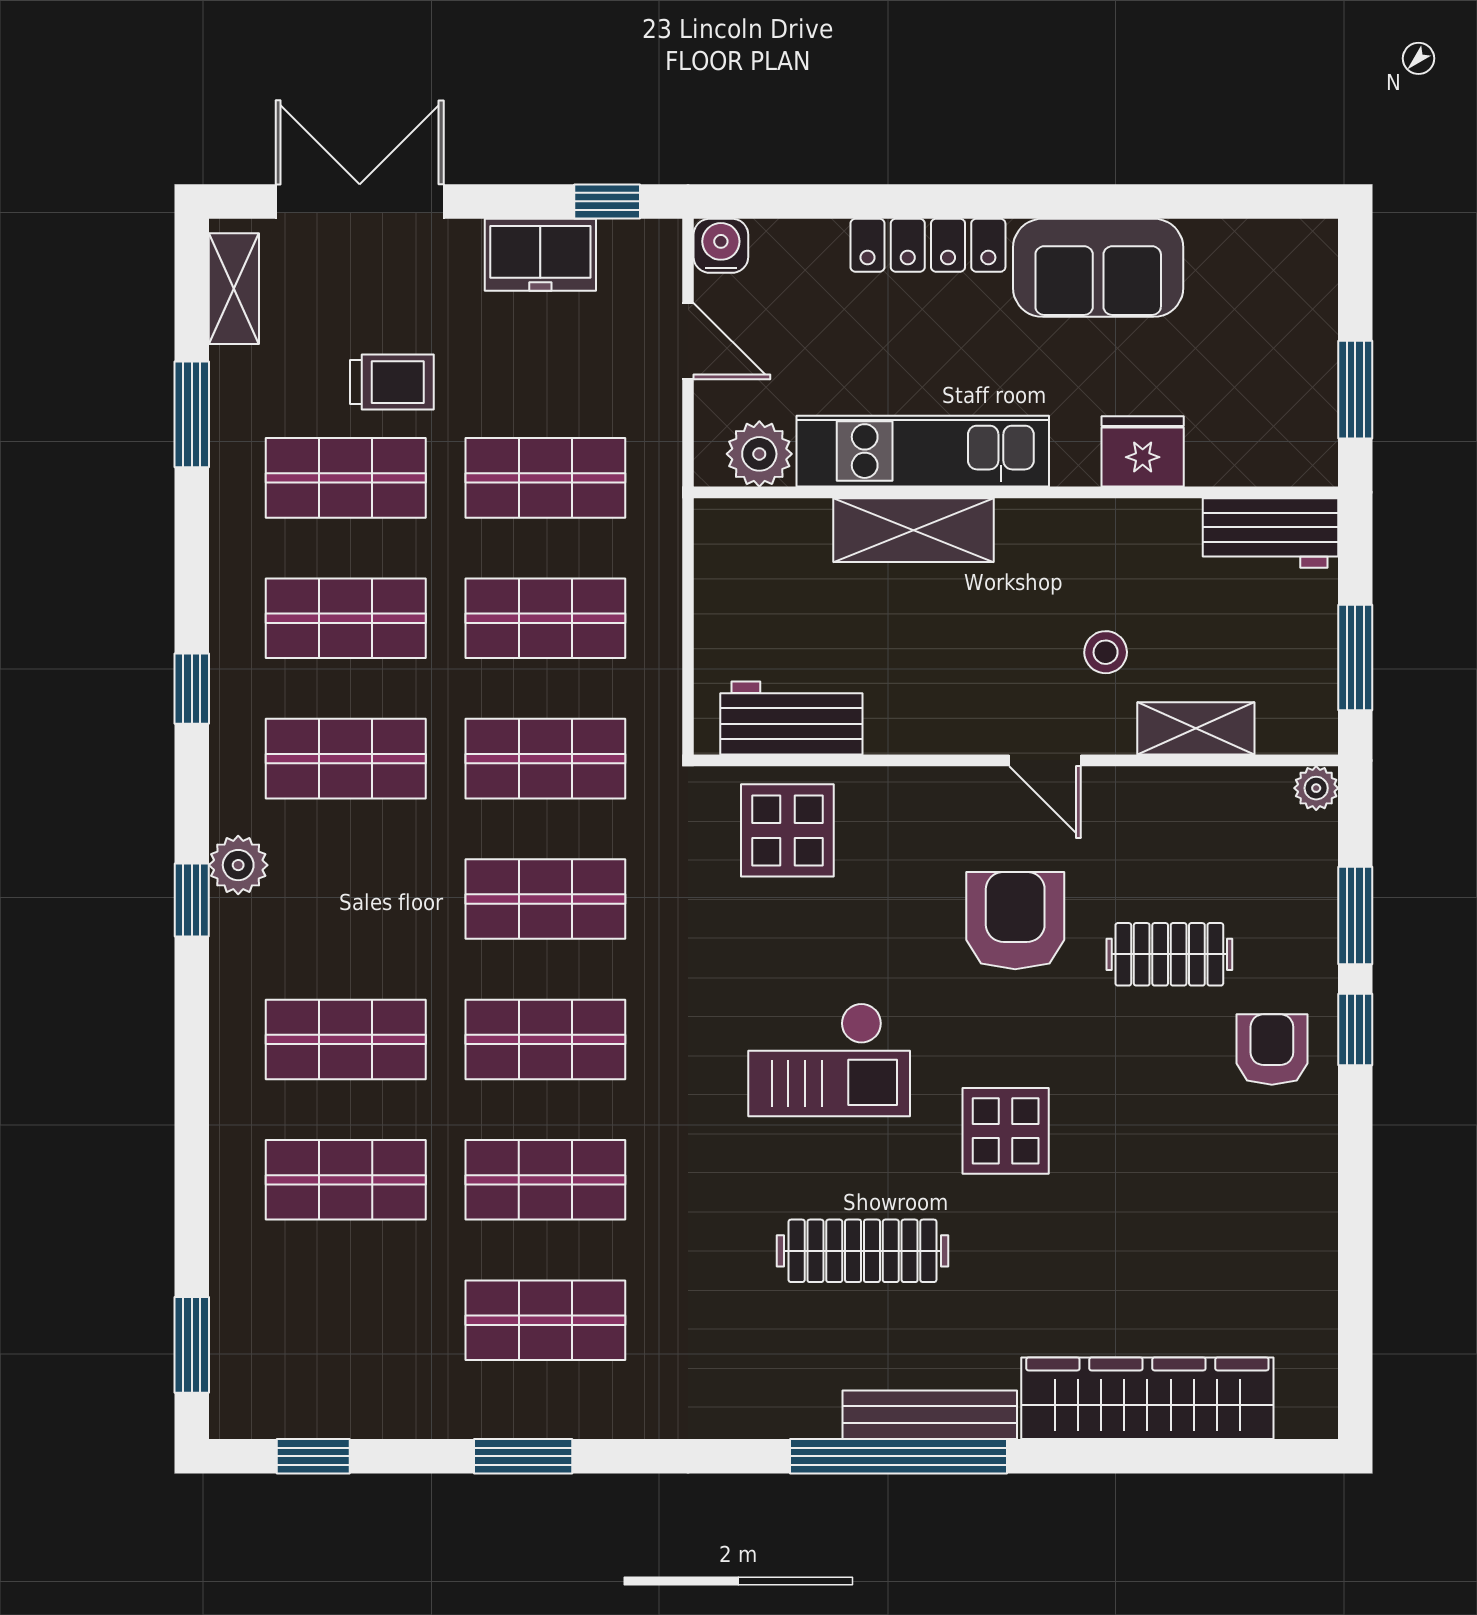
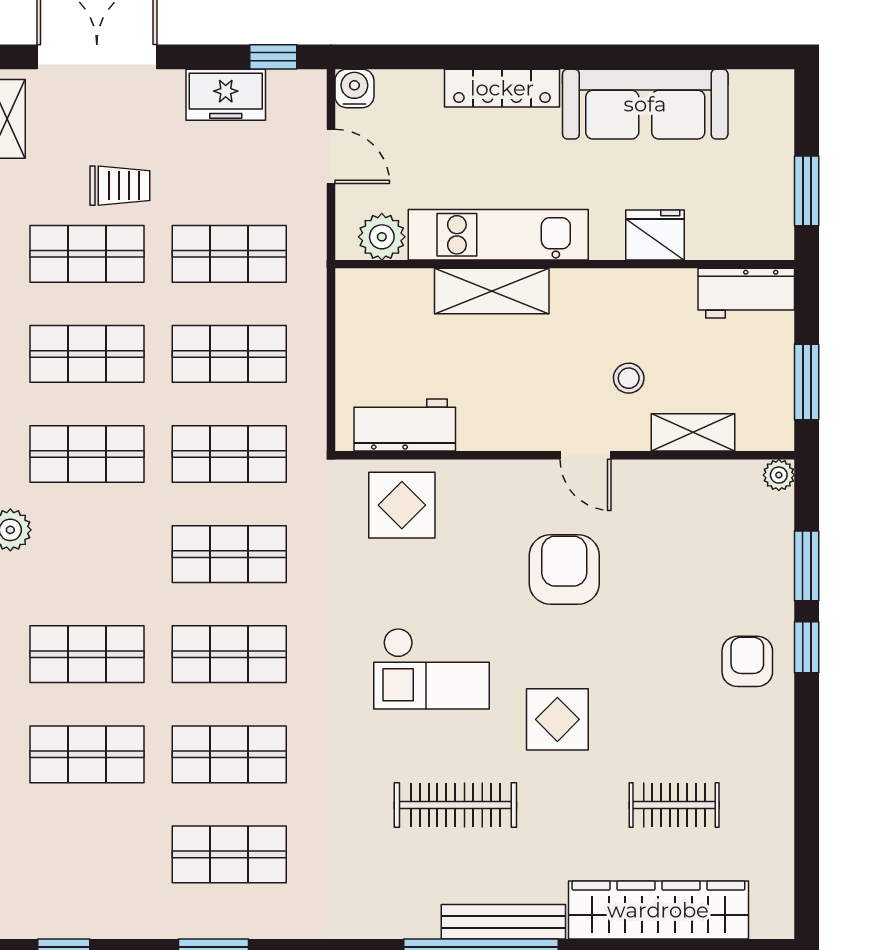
sofa: (1098, 268) -> (645, 104), width x1.36
clothes rail: (1169, 954) -> (674, 805), moved

